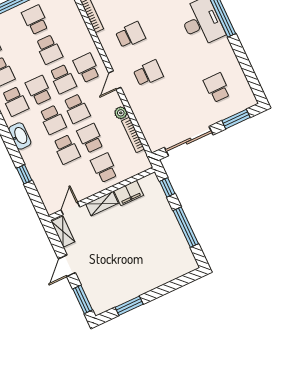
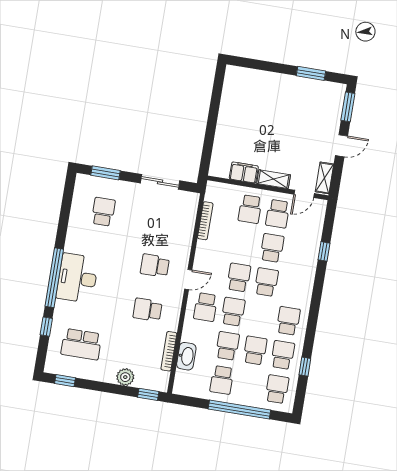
school desk: (217, 88) -> (103, 212), turned 180
school desk: (39, 90) -> (255, 350), moved, turned 180
plant: (121, 113) -> (203, 247), removed
washbasin: (20, 136) -> (186, 356), moved, turned 180
school desk: (90, 138) -> (278, 214), moved
sliding door: (189, 141) -> (160, 182), width x0.73
window: (167, 187) -> (207, 154), removed
window: (186, 227) -> (214, 108), removed

